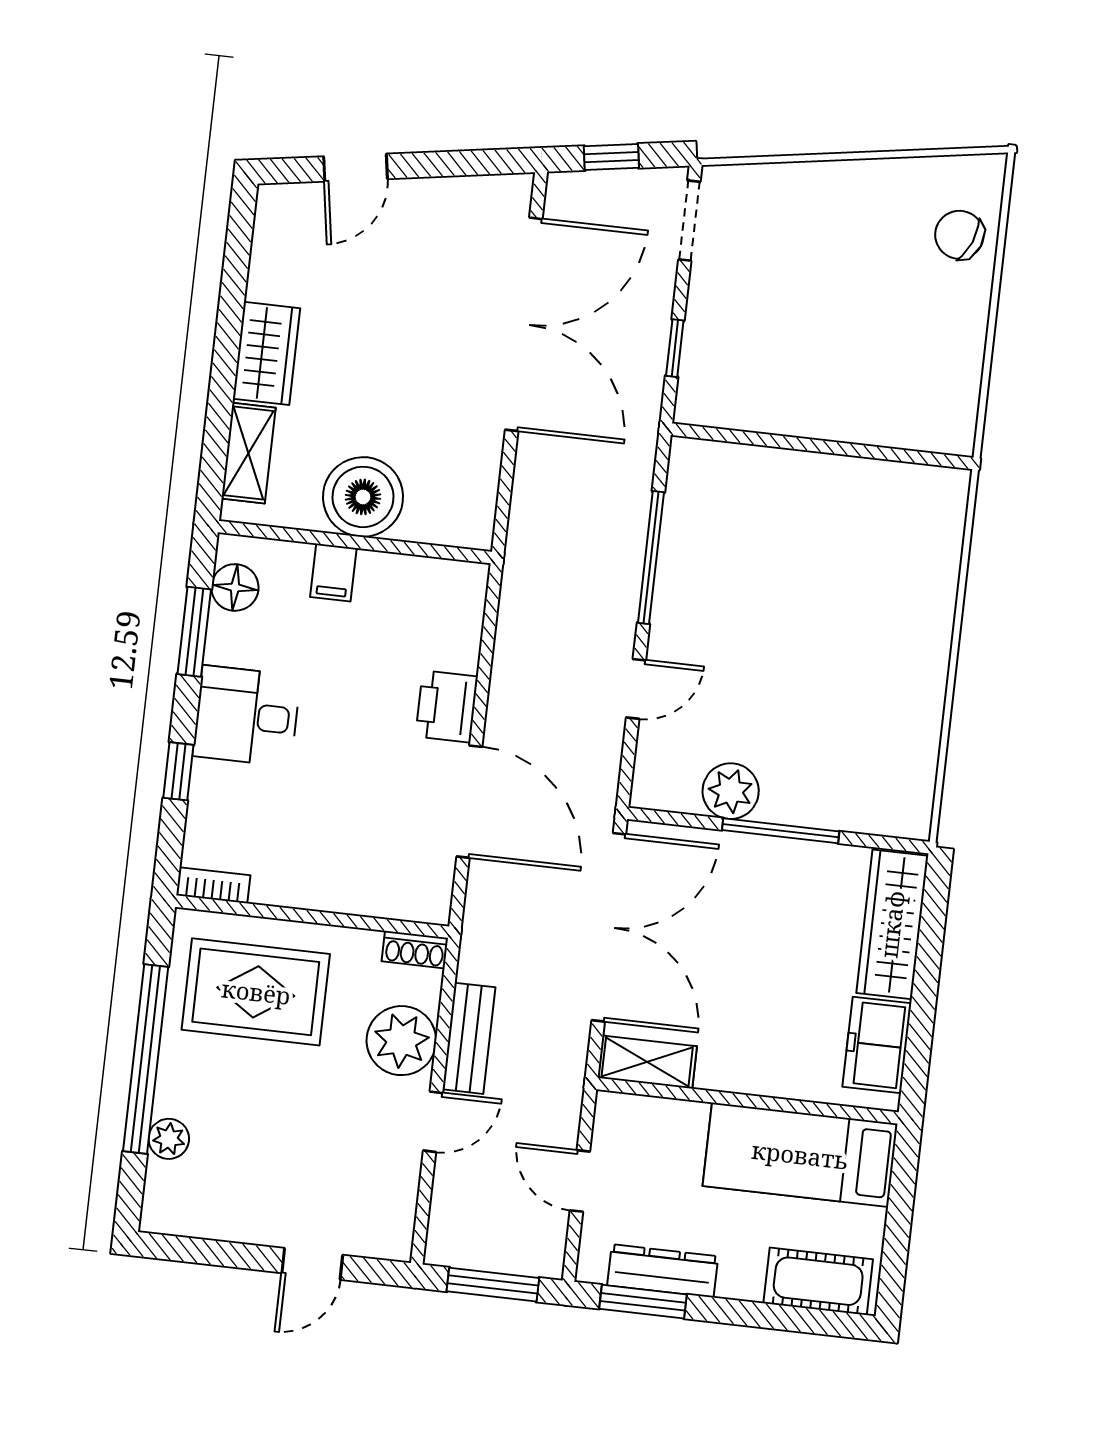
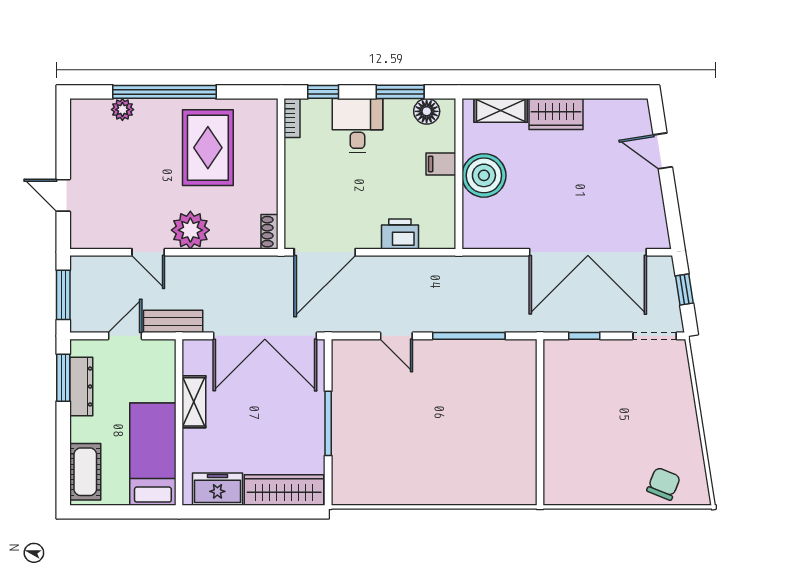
printer: (447, 706) -> (400, 234), moved
plant: (731, 791) -> (347, 394), removed
bookcase: (213, 885) -> (292, 118), moved
wall: (312, 917) -> (281, 174), moved
shoe rack: (415, 950) -> (269, 232), moved
bench: (469, 1038) -> (173, 321), moved
shelving: (647, 1062) -> (194, 402), moved

